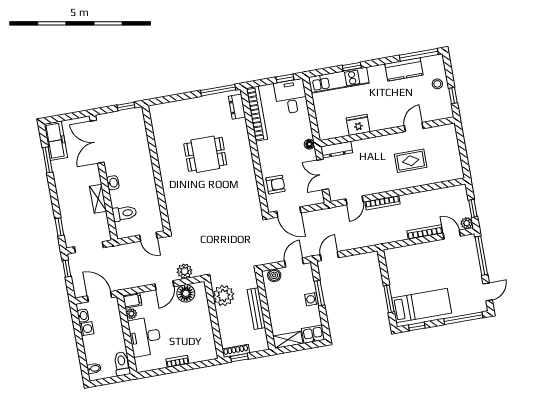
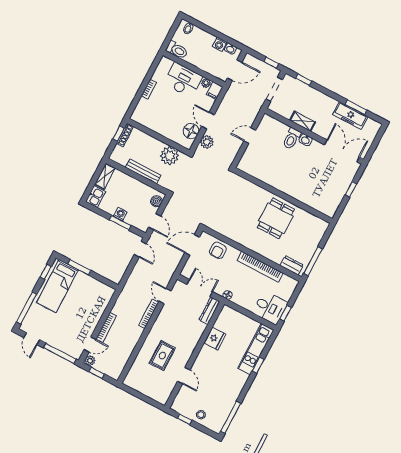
kitchen counter: (404, 69) -> (229, 399), removed
bookcase: (257, 114) -> (260, 267), moved
freezer: (56, 141) -> (350, 116), moved
wall: (156, 168) -> (283, 195), moved
toilet: (124, 213) -> (292, 138), moved

